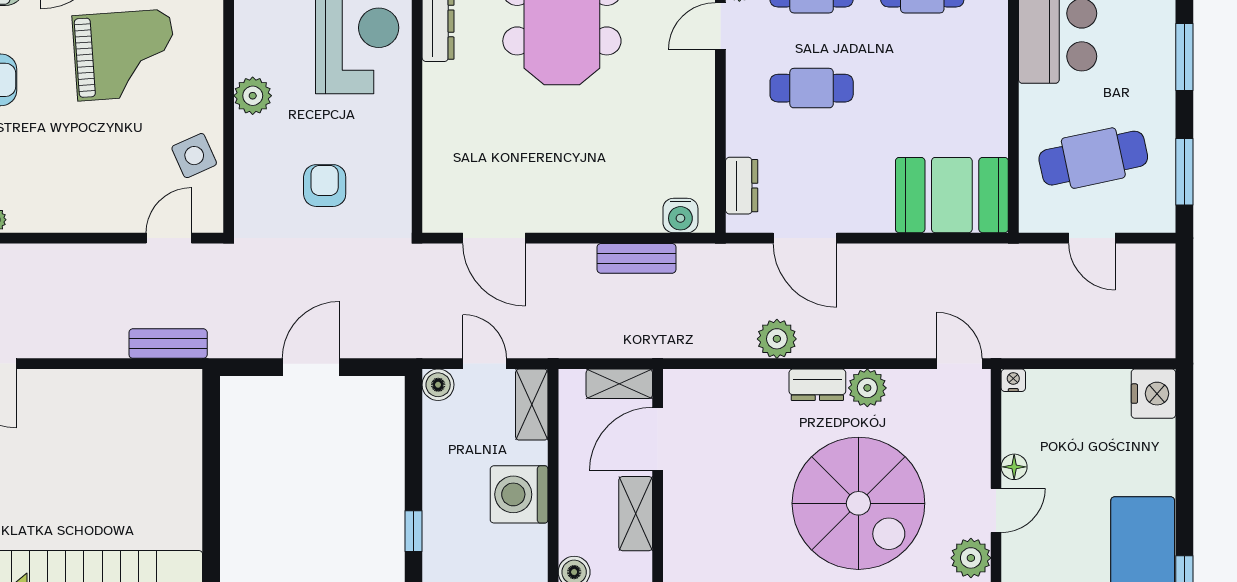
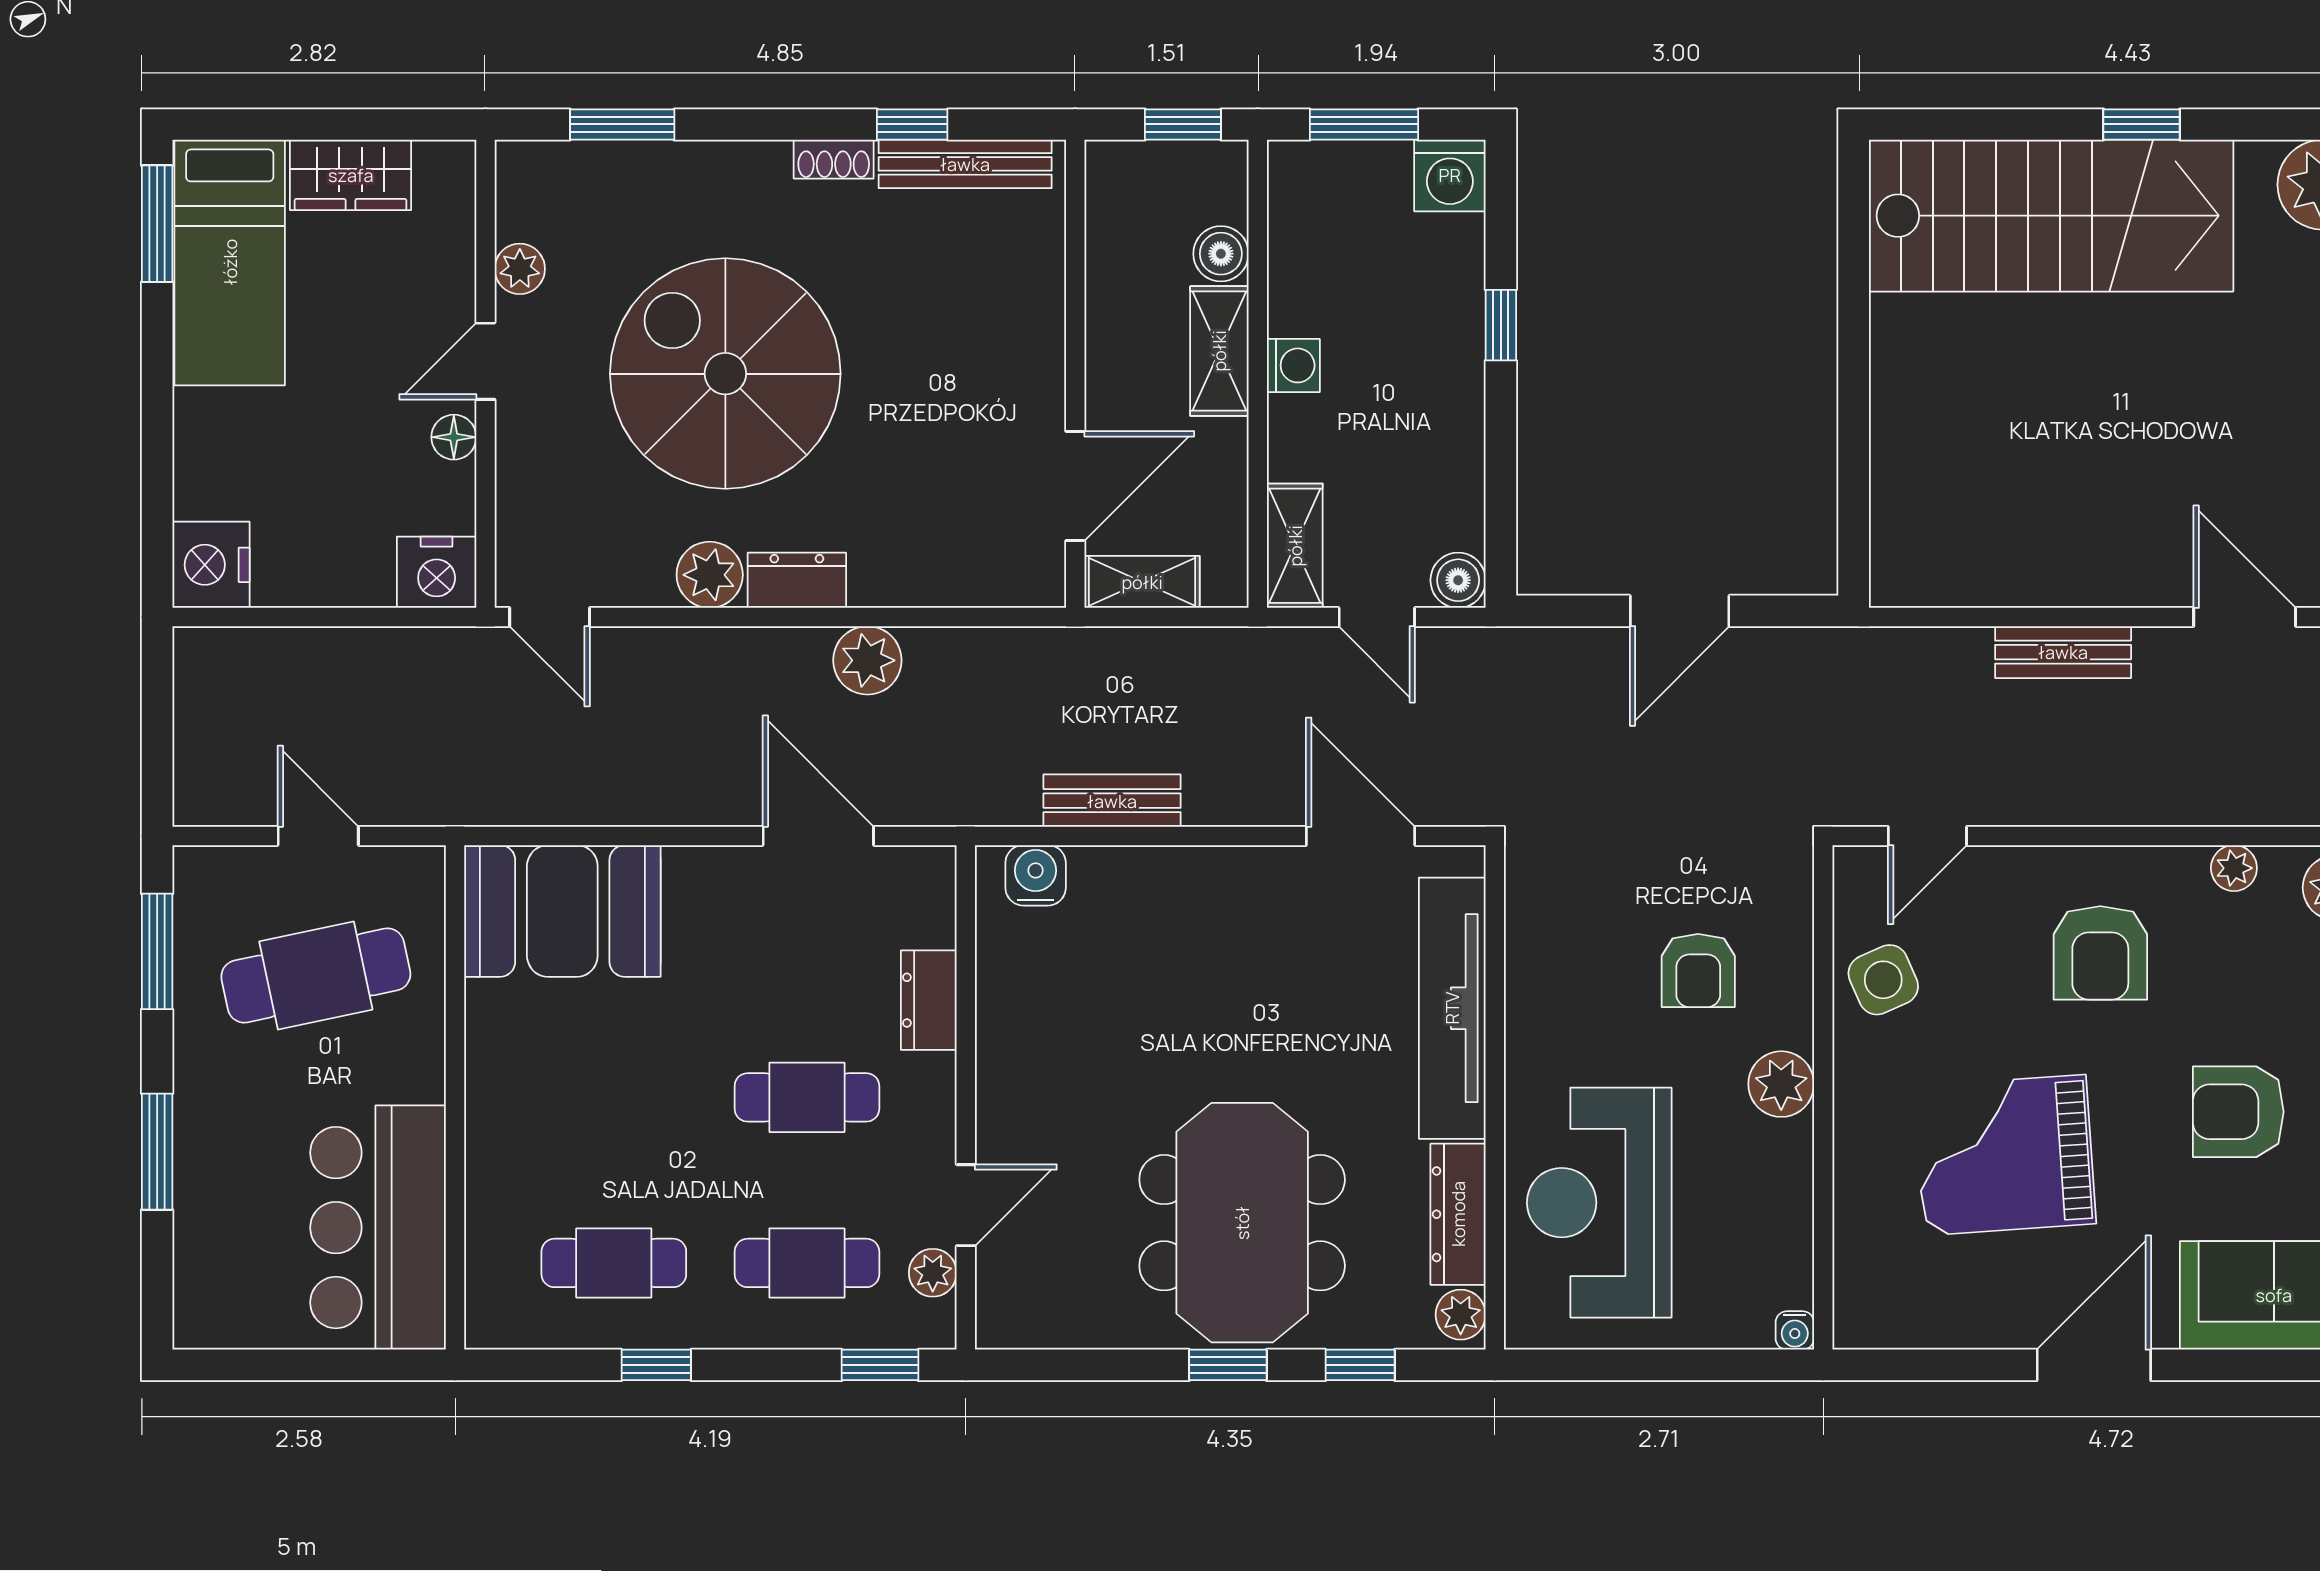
tv unit: (441, 139) -> (1452, 1008), added
armchair: (70, 171) -> (2100, 953), added
armchair: (325, 186) -> (1698, 971), moved
dresser: (742, 186) -> (929, 1000), moved
bench: (168, 344) -> (2063, 652), moved
nightstand: (1013, 380) -> (437, 572), width x1.89, depth x1.79
washing machine: (519, 494) -> (1293, 365), width x0.53, depth x0.53
shelving: (636, 514) -> (1219, 351), moved
plant: (971, 558) -> (520, 269), width x0.73, depth x0.73

